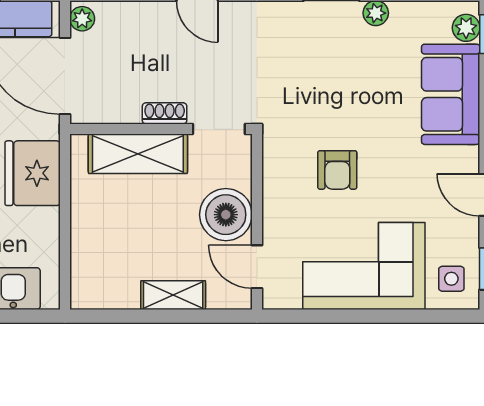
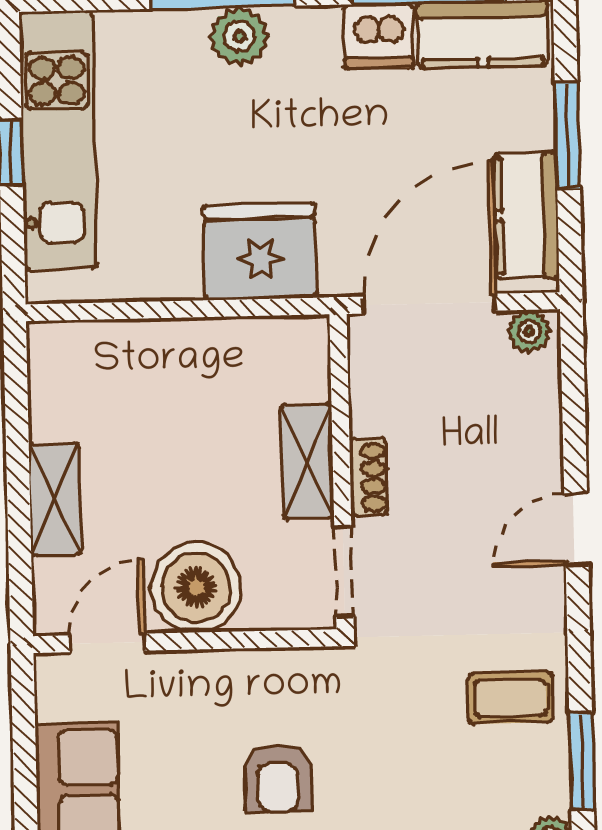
coffee table: (294, 34) -> (510, 698), added
shelving: (138, 154) -> (307, 461), width x0.67, depth x0.75
armchair: (337, 170) -> (278, 778), turned -90

